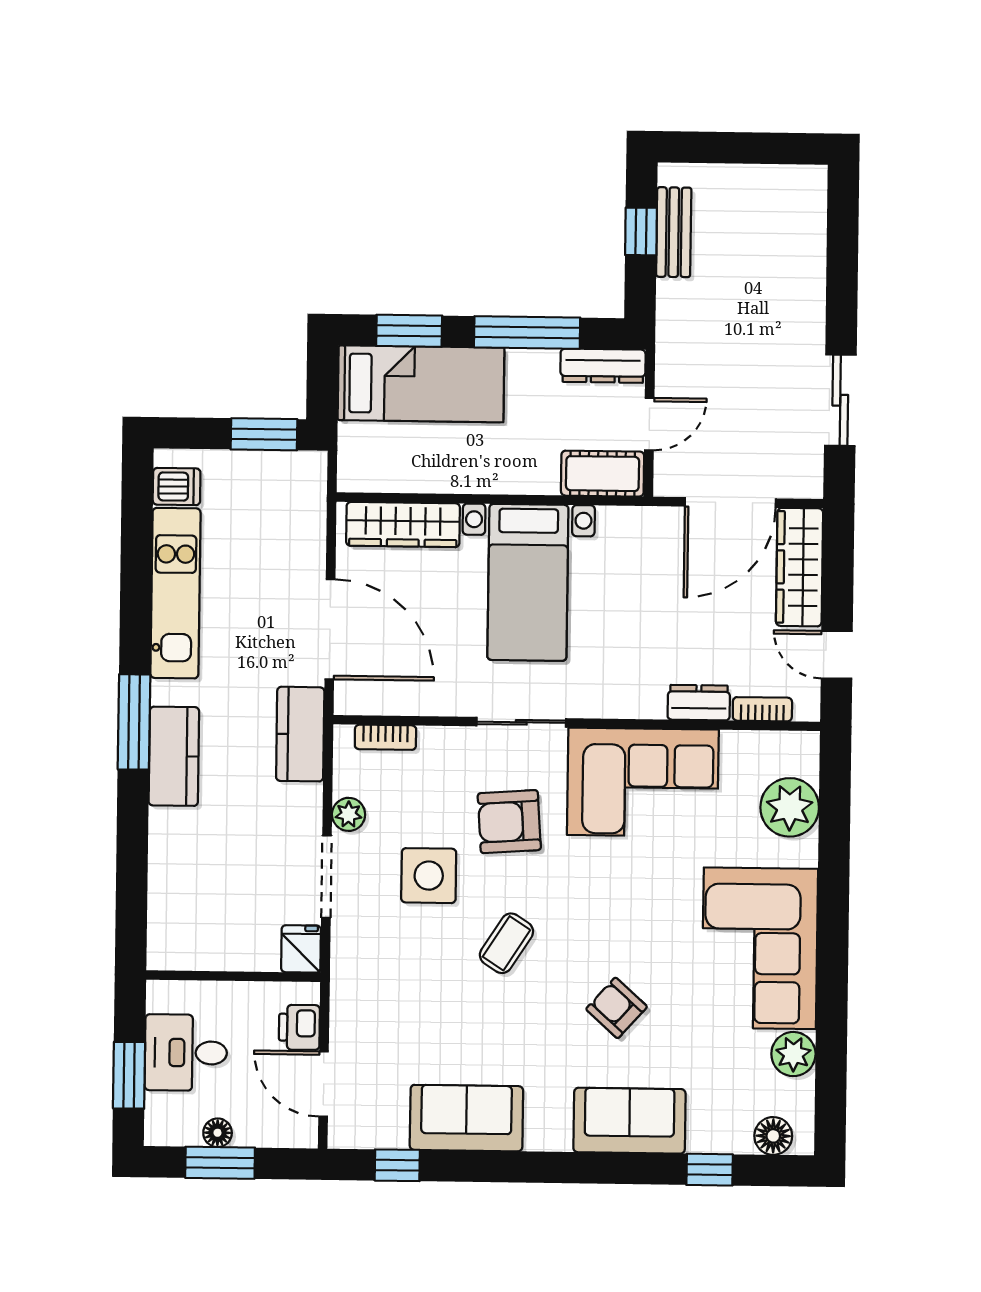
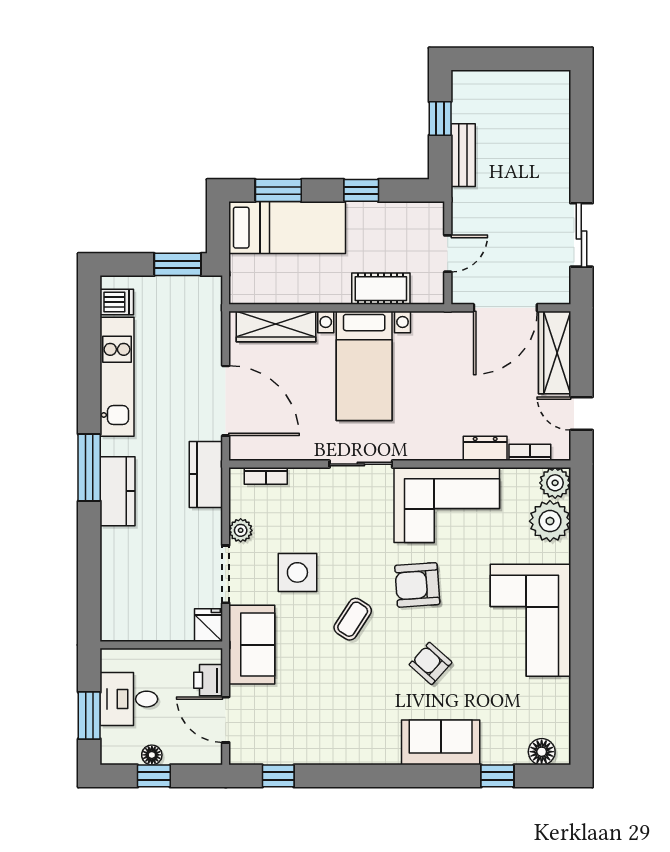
bench: (674, 232) -> (463, 155), moved
window: (527, 332) -> (361, 190), width x0.46
dresser: (603, 366) -> (415, 213), removed
cot: (603, 474) -> (381, 289), moved
armchair: (509, 822) -> (417, 585), moved
plant: (793, 1054) -> (555, 483), moved
sofa: (466, 1118) -> (252, 645), moved, turned 90
window: (220, 1163) -> (154, 776), width x0.67

